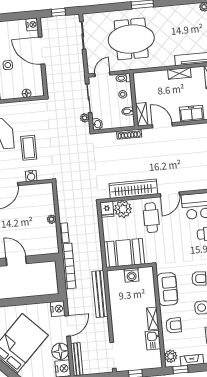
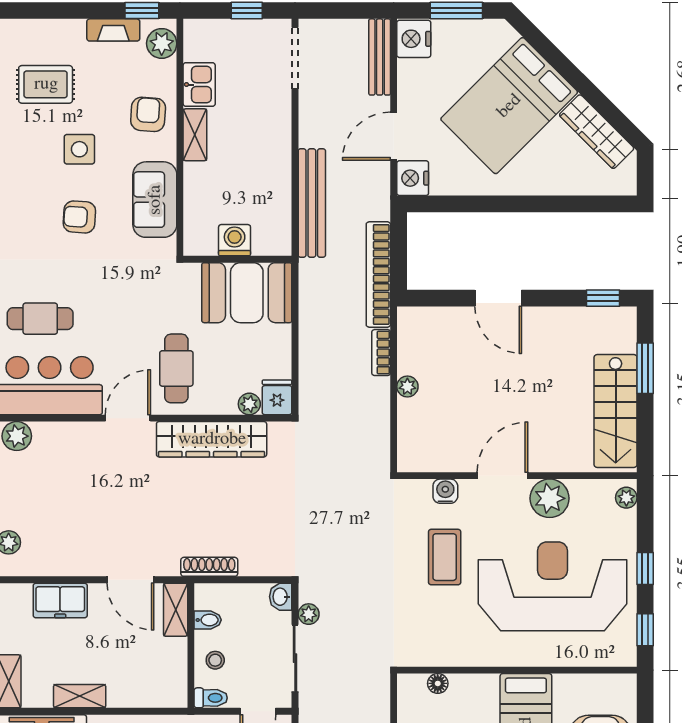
plant: (123, 209) -> (249, 404), width x0.53, depth x0.53
armchair: (174, 325) -> (148, 114), turned 94
floor lamp: (60, 351) -> (416, 79), removed

